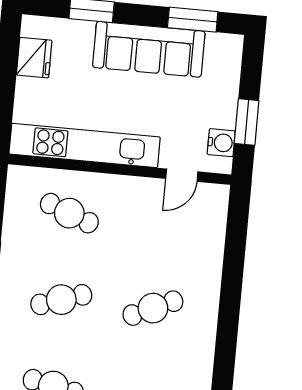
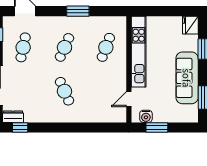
fridge: (34, 58) -> (190, 25), moved, turned 90
door: (182, 175) -> (129, 99), hinge flipped
cafe table: (61, 300) -> (64, 47), turned 42

